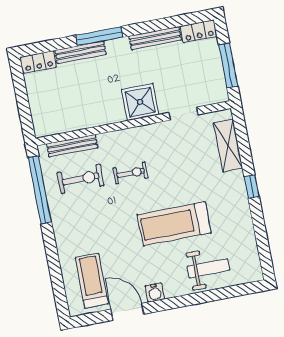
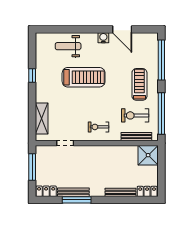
window: (99, 36) -> (77, 200), moved
shower: (140, 102) -> (148, 155), moved
exercise bike: (131, 173) -> (98, 127), moved
window: (252, 187) -> (32, 75), moved
window: (56, 275) -> (161, 60), added
treadmill: (92, 281) -> (139, 84), moved, turned 180

